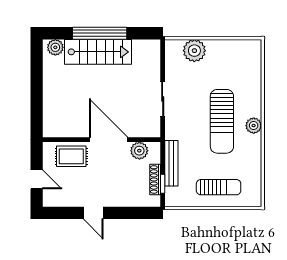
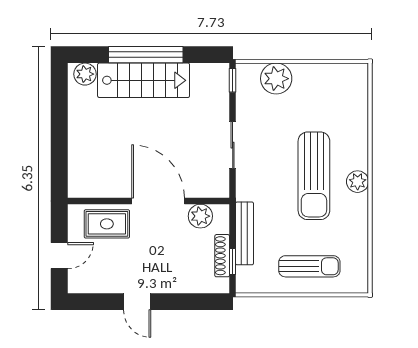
window: (163, 52) -> (233, 80), added
door: (37, 179) -> (59, 256), hinge flipped

